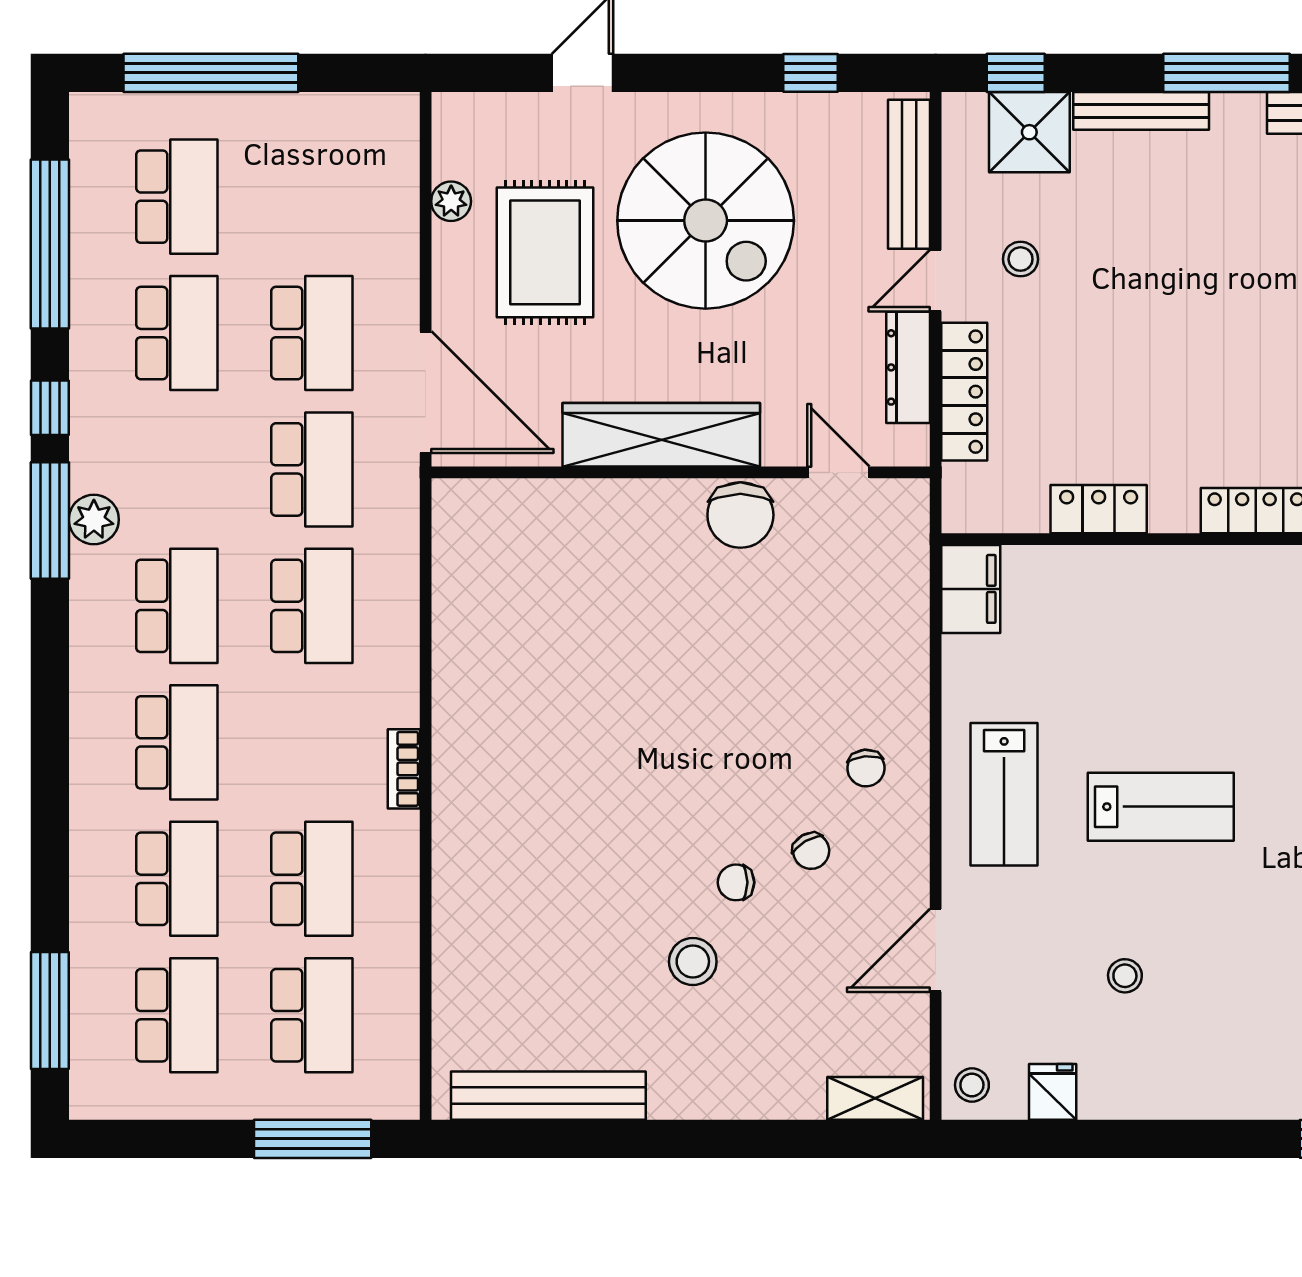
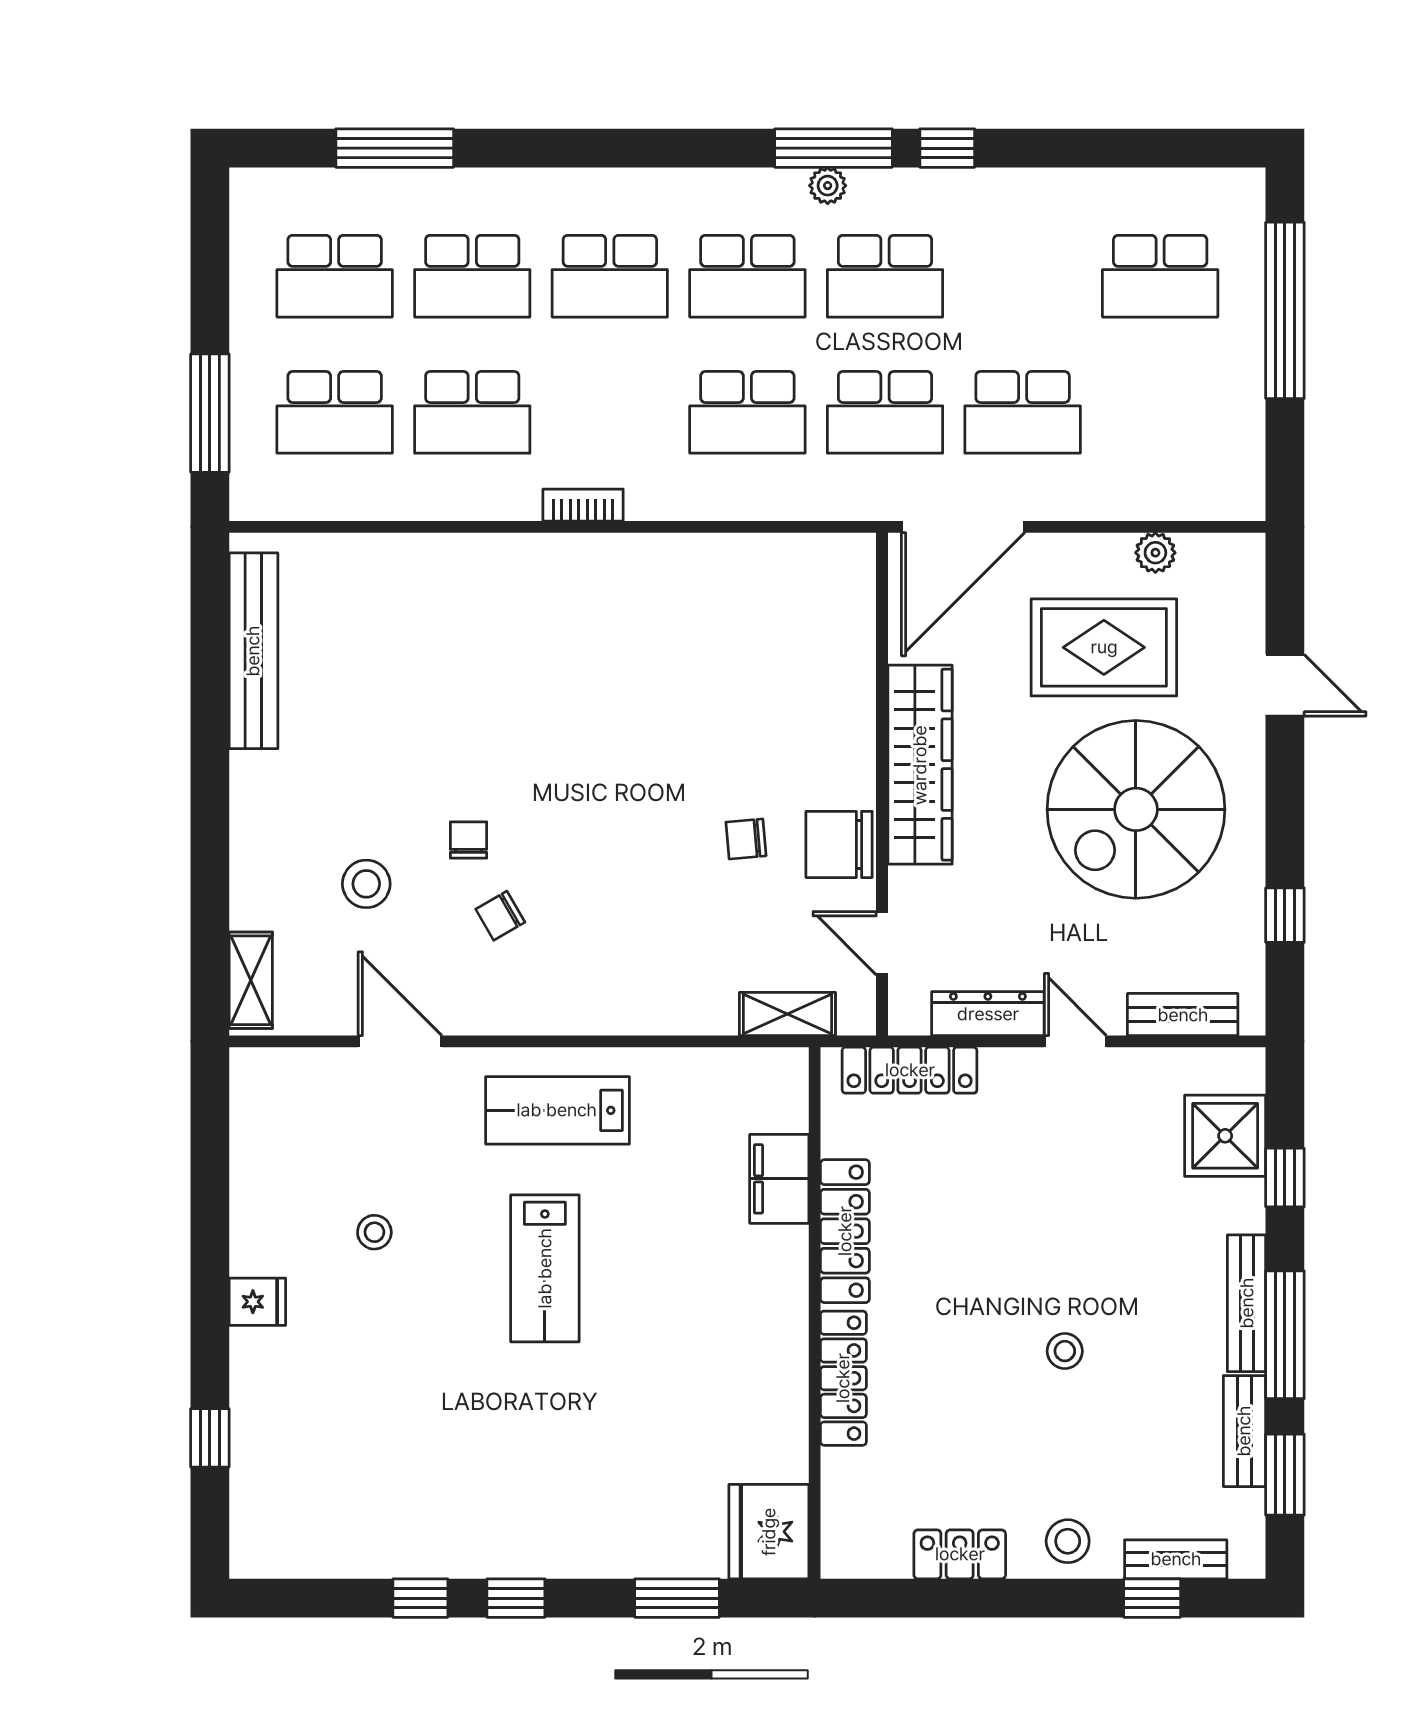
window: (1016, 73) -> (1285, 1178), moved
bench: (1141, 111) -> (1247, 1303), moved
bench: (909, 174) -> (1183, 1015), width x0.73
window: (50, 244) -> (1112, 148), removed
stool: (1021, 259) -> (1065, 1351), moved
school desk: (177, 333) -> (885, 276), moved
locker: (964, 392) -> (910, 1070), moved
door: (838, 472) -> (882, 943), swing flipped
locker: (1099, 509) -> (845, 1231), width x1.53
plant: (94, 520) -> (828, 186), width x0.73, depth x0.73
shelving: (909, 566) -> (787, 1014), added
filing cabinet: (971, 589) -> (779, 1179), moved, turned 90
chair: (866, 768) -> (746, 839), moved
stool: (693, 961) -> (366, 884), moved
window: (50, 1010) -> (395, 148), moved
stool: (972, 1085) -> (264, 1078), removed
fridge: (1053, 1092) -> (257, 1302), moved

